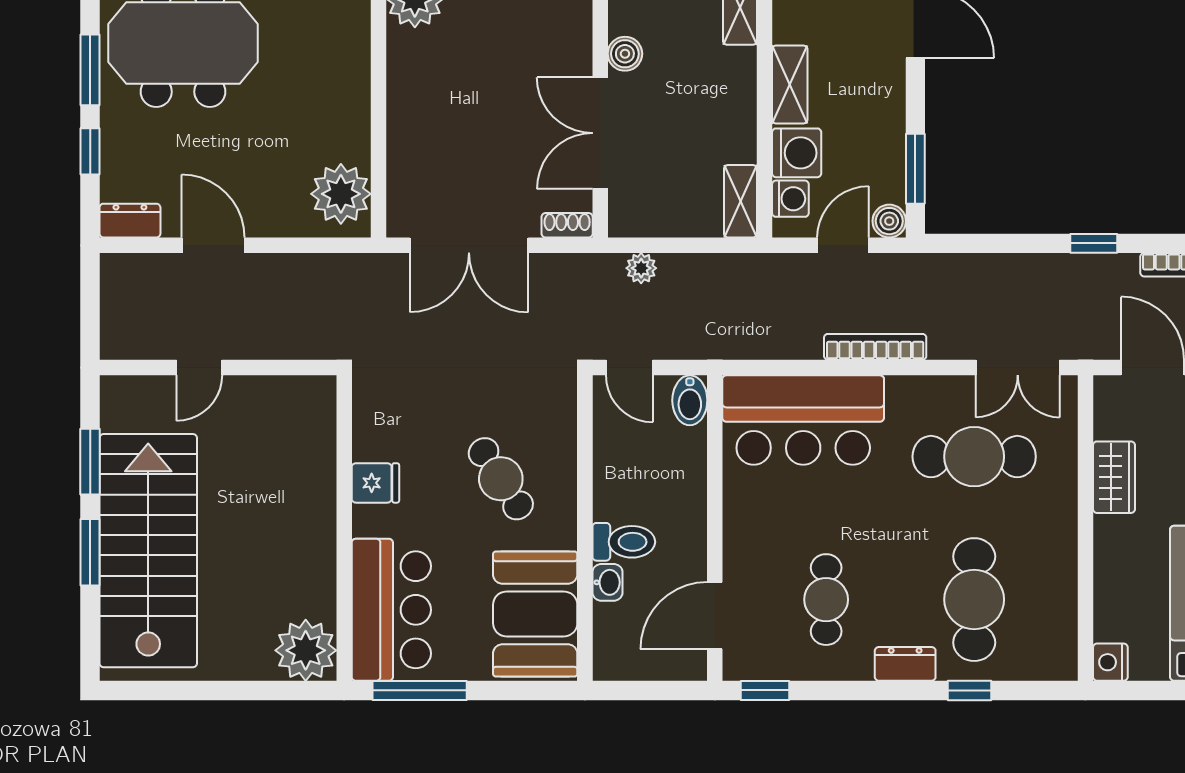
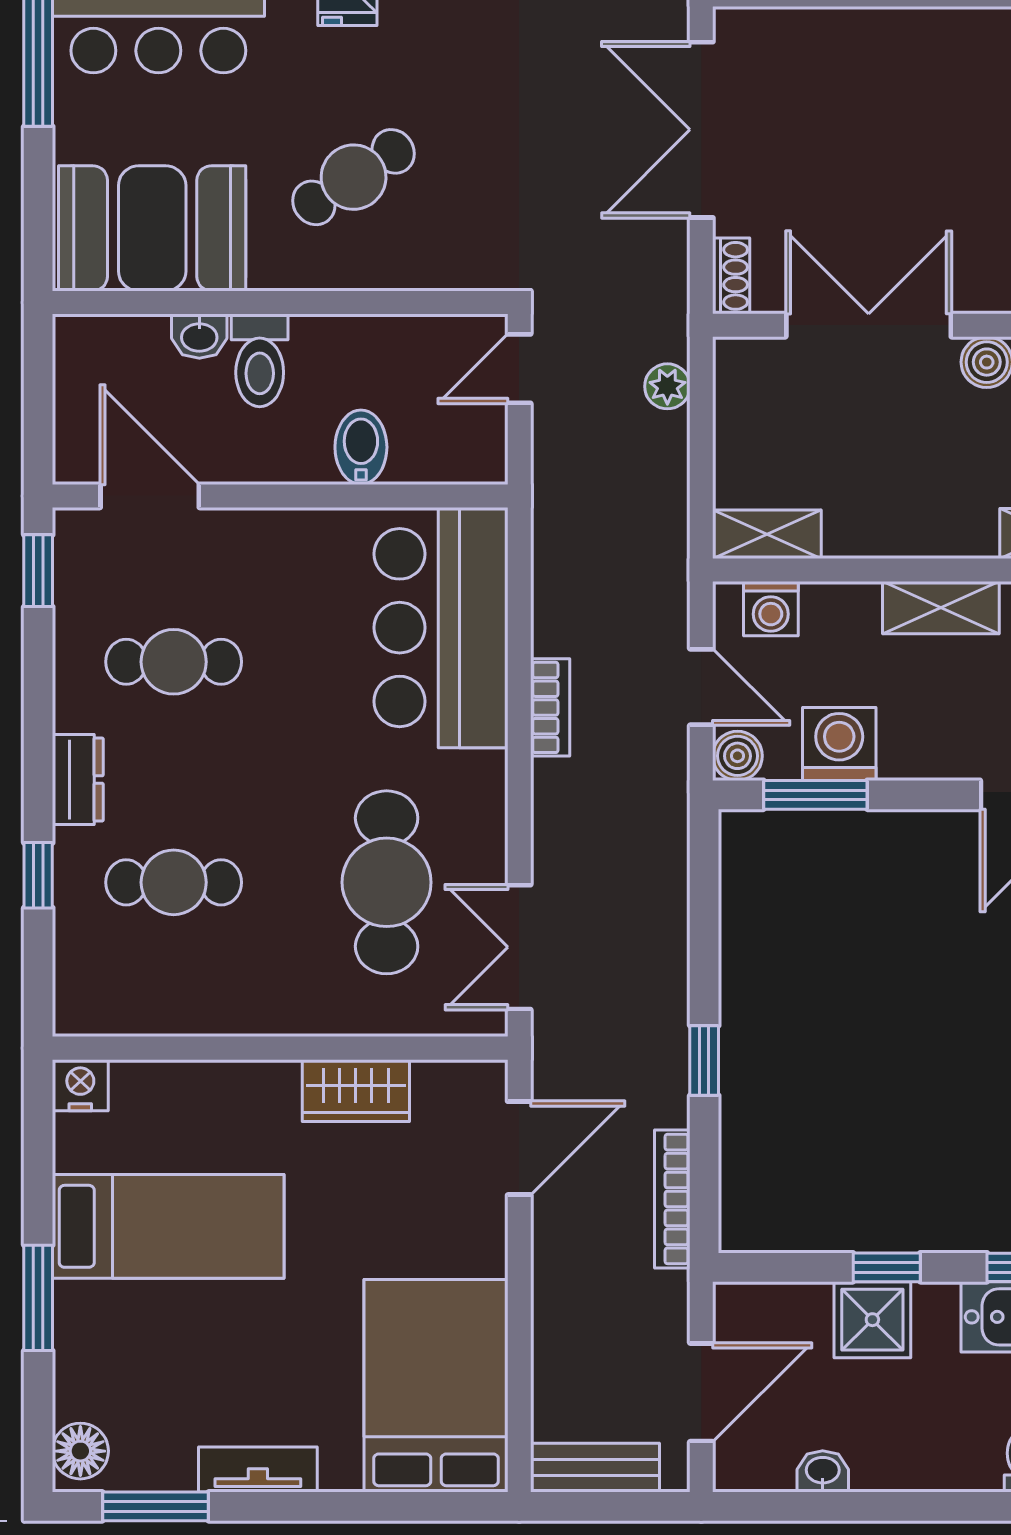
washing machine: (797, 153) -> (839, 744), moved, turned 180
bookcase: (875, 347) -> (550, 707), width x0.64
bidet: (690, 400) -> (361, 447), moved, turned 90
cafe table: (974, 600) -> (174, 882), width x0.73, depth x0.74

